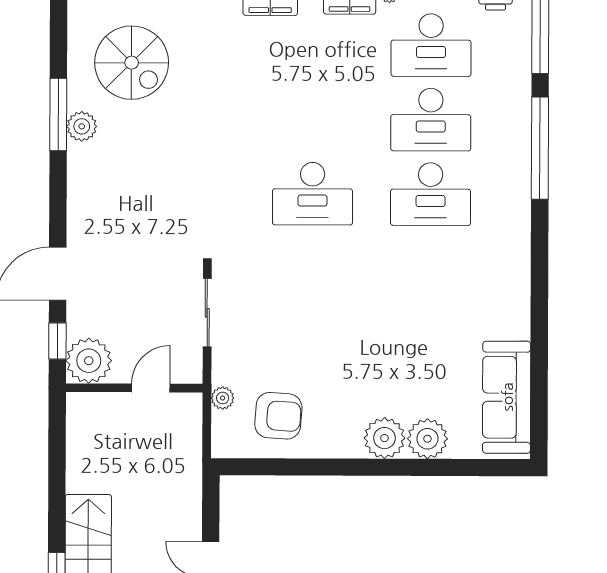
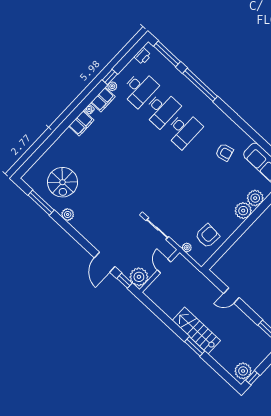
spiral stairs: (132, 63) -> (63, 182), turned 90
window: (58, 114) -> (41, 203), moved
desk: (313, 194) -> (151, 165), removed
armchair: (458, 306) -> (224, 152), added

